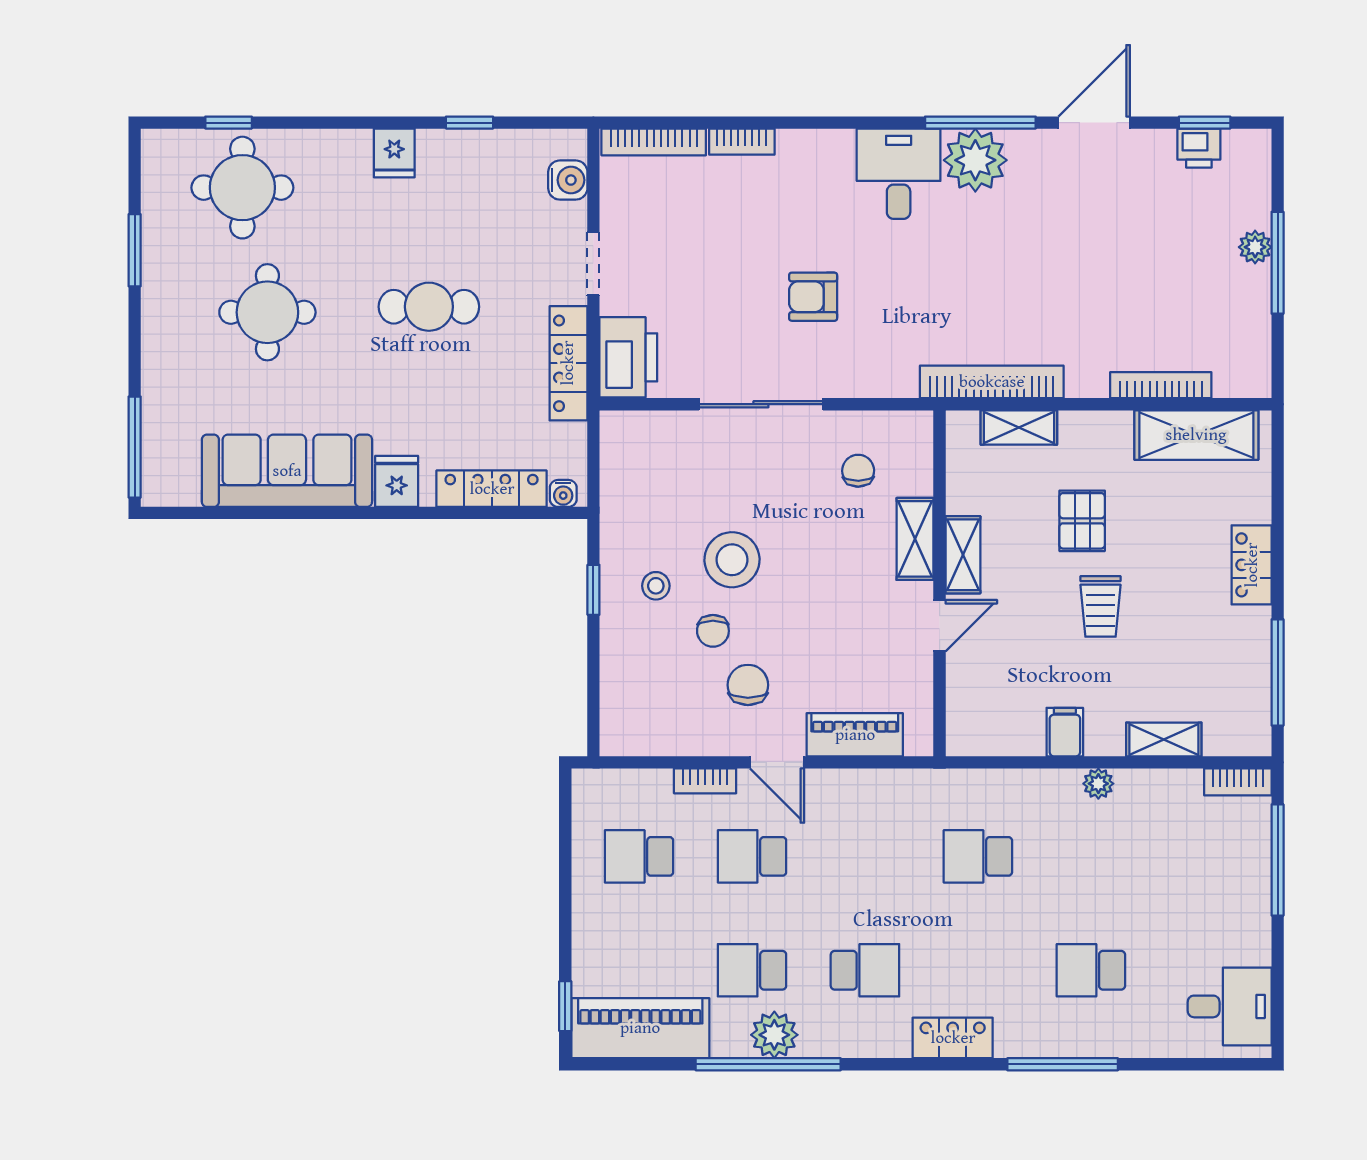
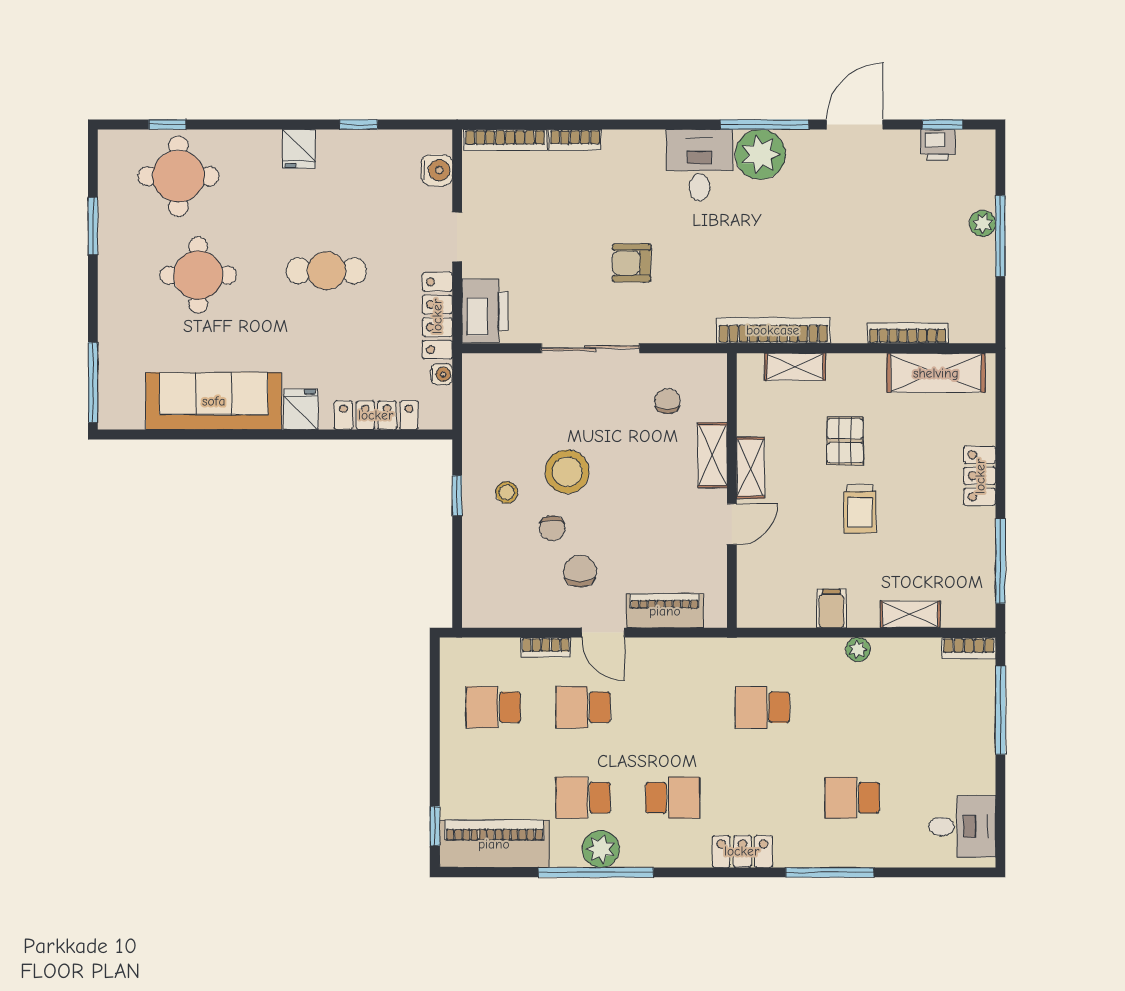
water cooler: (563, 493) -> (442, 374), moved, turned -90

